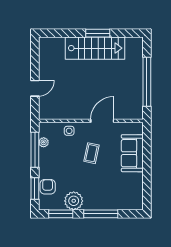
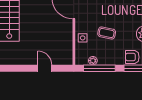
coffee table: (91, 153) -> (107, 33), moved

